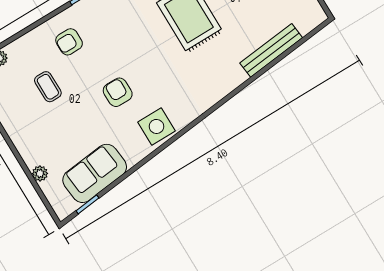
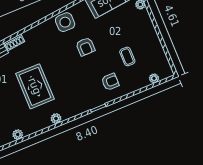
shoe rack: (233, 82) -> (15, 42), added

